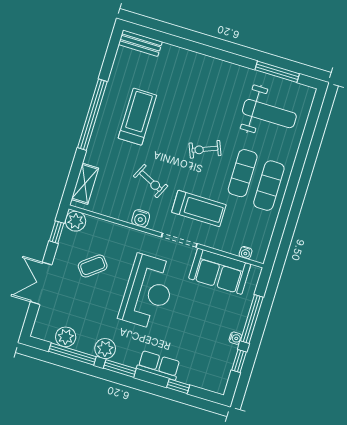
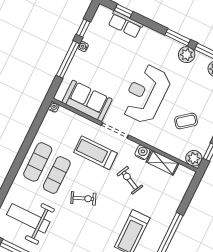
shelving: (85, 184) -> (163, 163), moved, turned 90
water cooler: (246, 253) -> (54, 107), moved
row of seats: (159, 365) -> (125, 24), moved
window: (178, 386) -> (124, 11), moved

